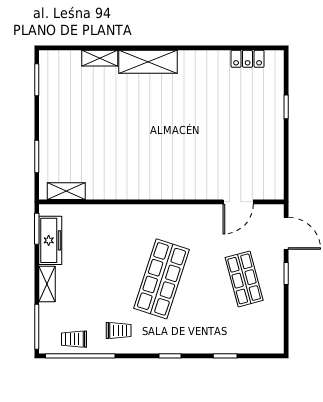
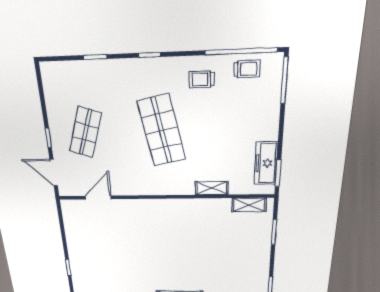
shop shelf: (161, 279) -> (161, 131), turned -30
shop shelf: (244, 279) -> (85, 132), turned 33
shelving: (47, 284) -> (212, 188), moved, turned 90

